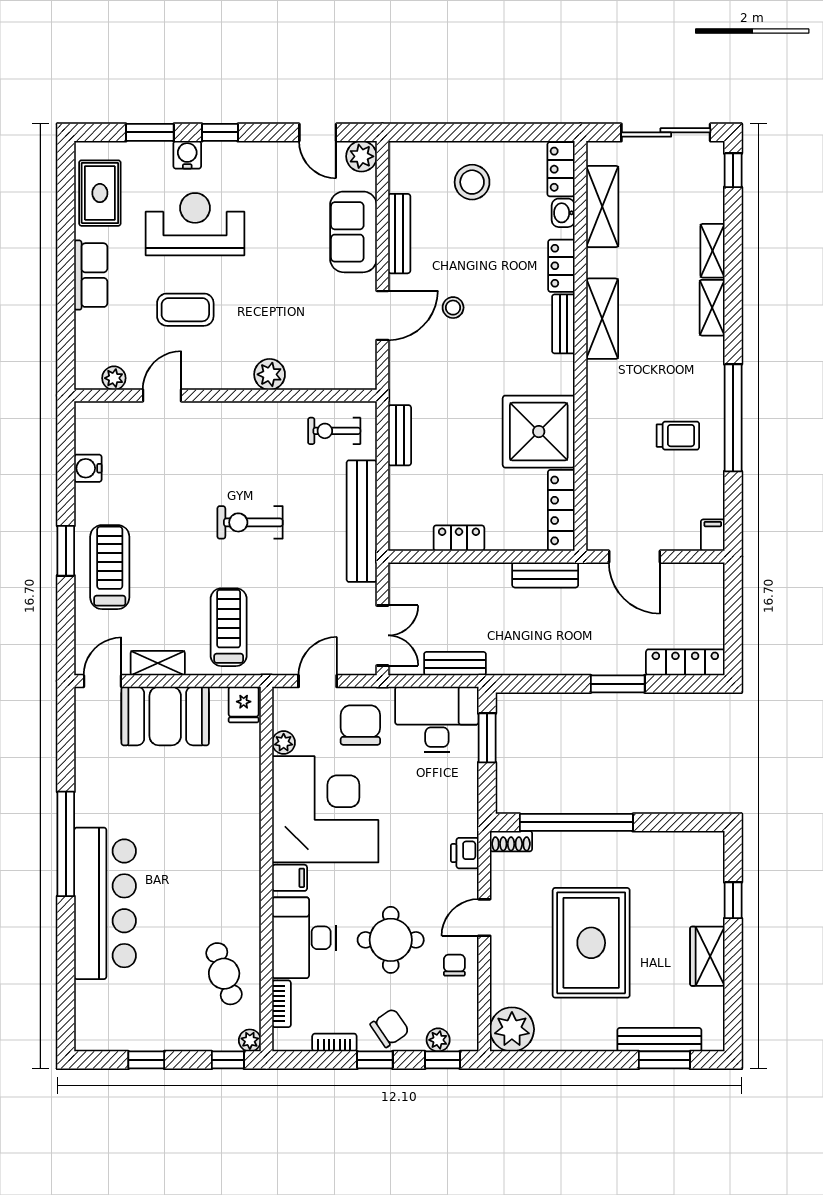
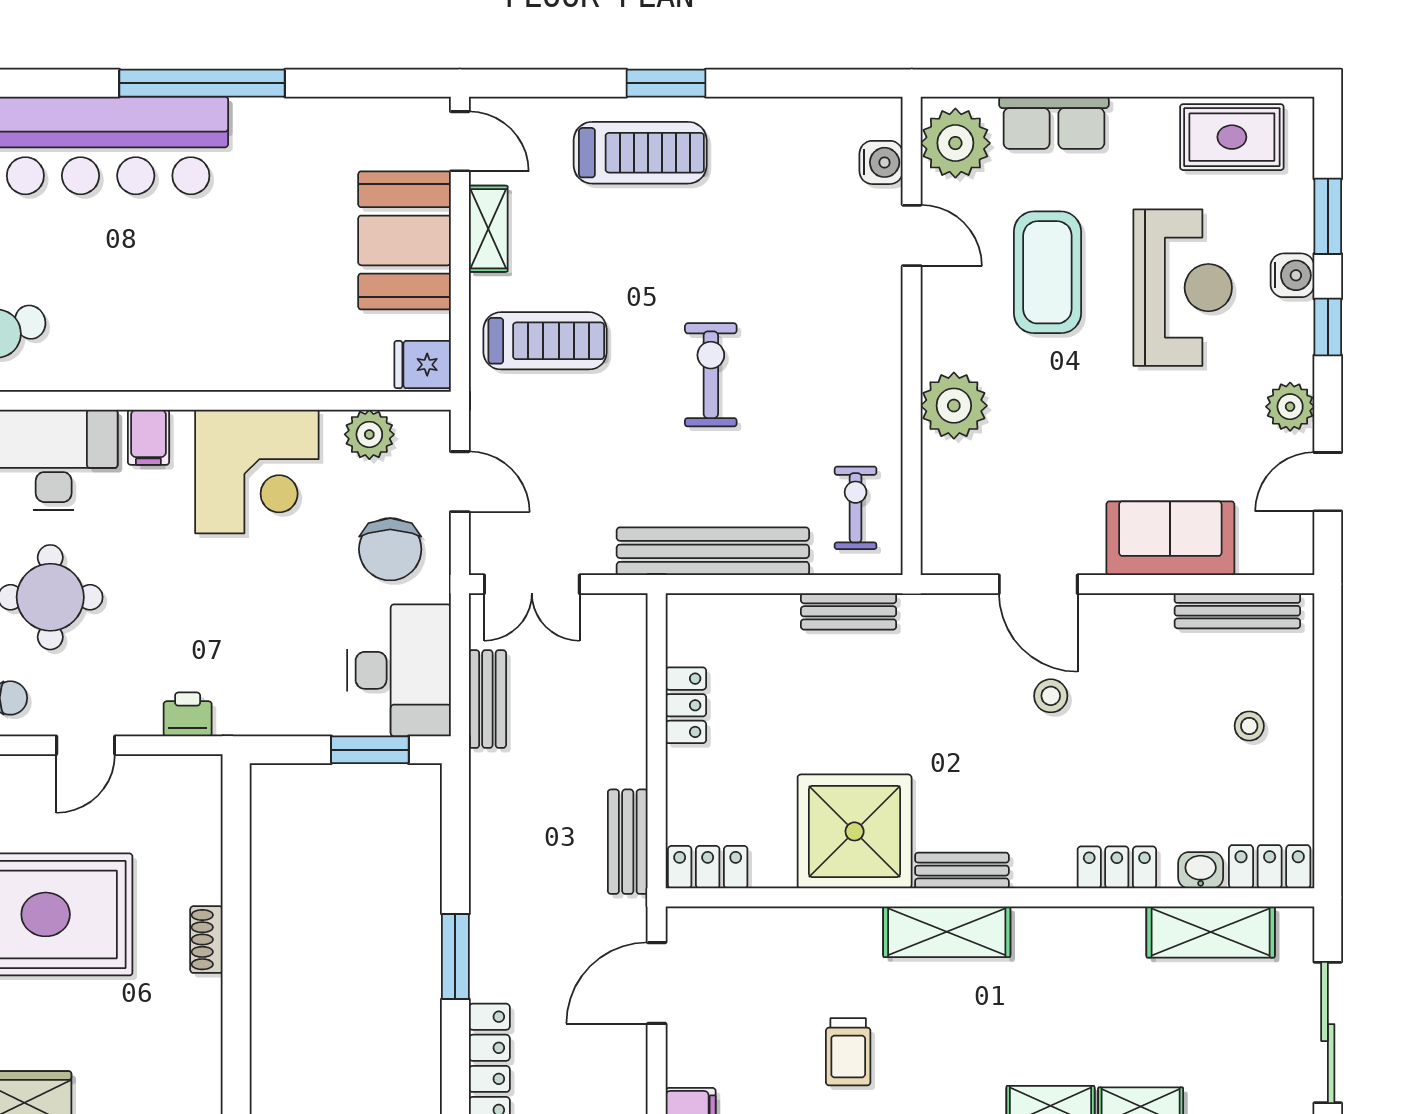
plant: (361, 156) -> (1290, 407), moved
stool: (472, 182) -> (1249, 726), width x0.53, depth x0.53
bench: (399, 234) -> (1237, 611), moved
row of seats: (91, 275) -> (1054, 123), moved
coffee table: (185, 310) -> (1047, 272), width x1.36, depth x1.32
shelving: (602, 319) -> (947, 932), moved
bench: (563, 324) -> (962, 871), moved
plant: (270, 374) -> (954, 406), width x1.36, depth x1.36
plant: (114, 378) -> (955, 143), width x1.87, depth x1.87
water cooler: (88, 468) -> (881, 162), moved, turned 90
locker: (561, 510) -> (708, 867), width x0.66
chair: (360, 725) -> (390, 549), turned 90
plant: (284, 743) -> (369, 434), width x1.38, depth x1.38
corner desk: (325, 809) -> (257, 472), width x0.74, depth x0.74
window: (576, 822) -> (236, 891), removed
shoe rack: (511, 841) -> (206, 940), moved
door: (484, 918) -> (86, 745), swing flipped

